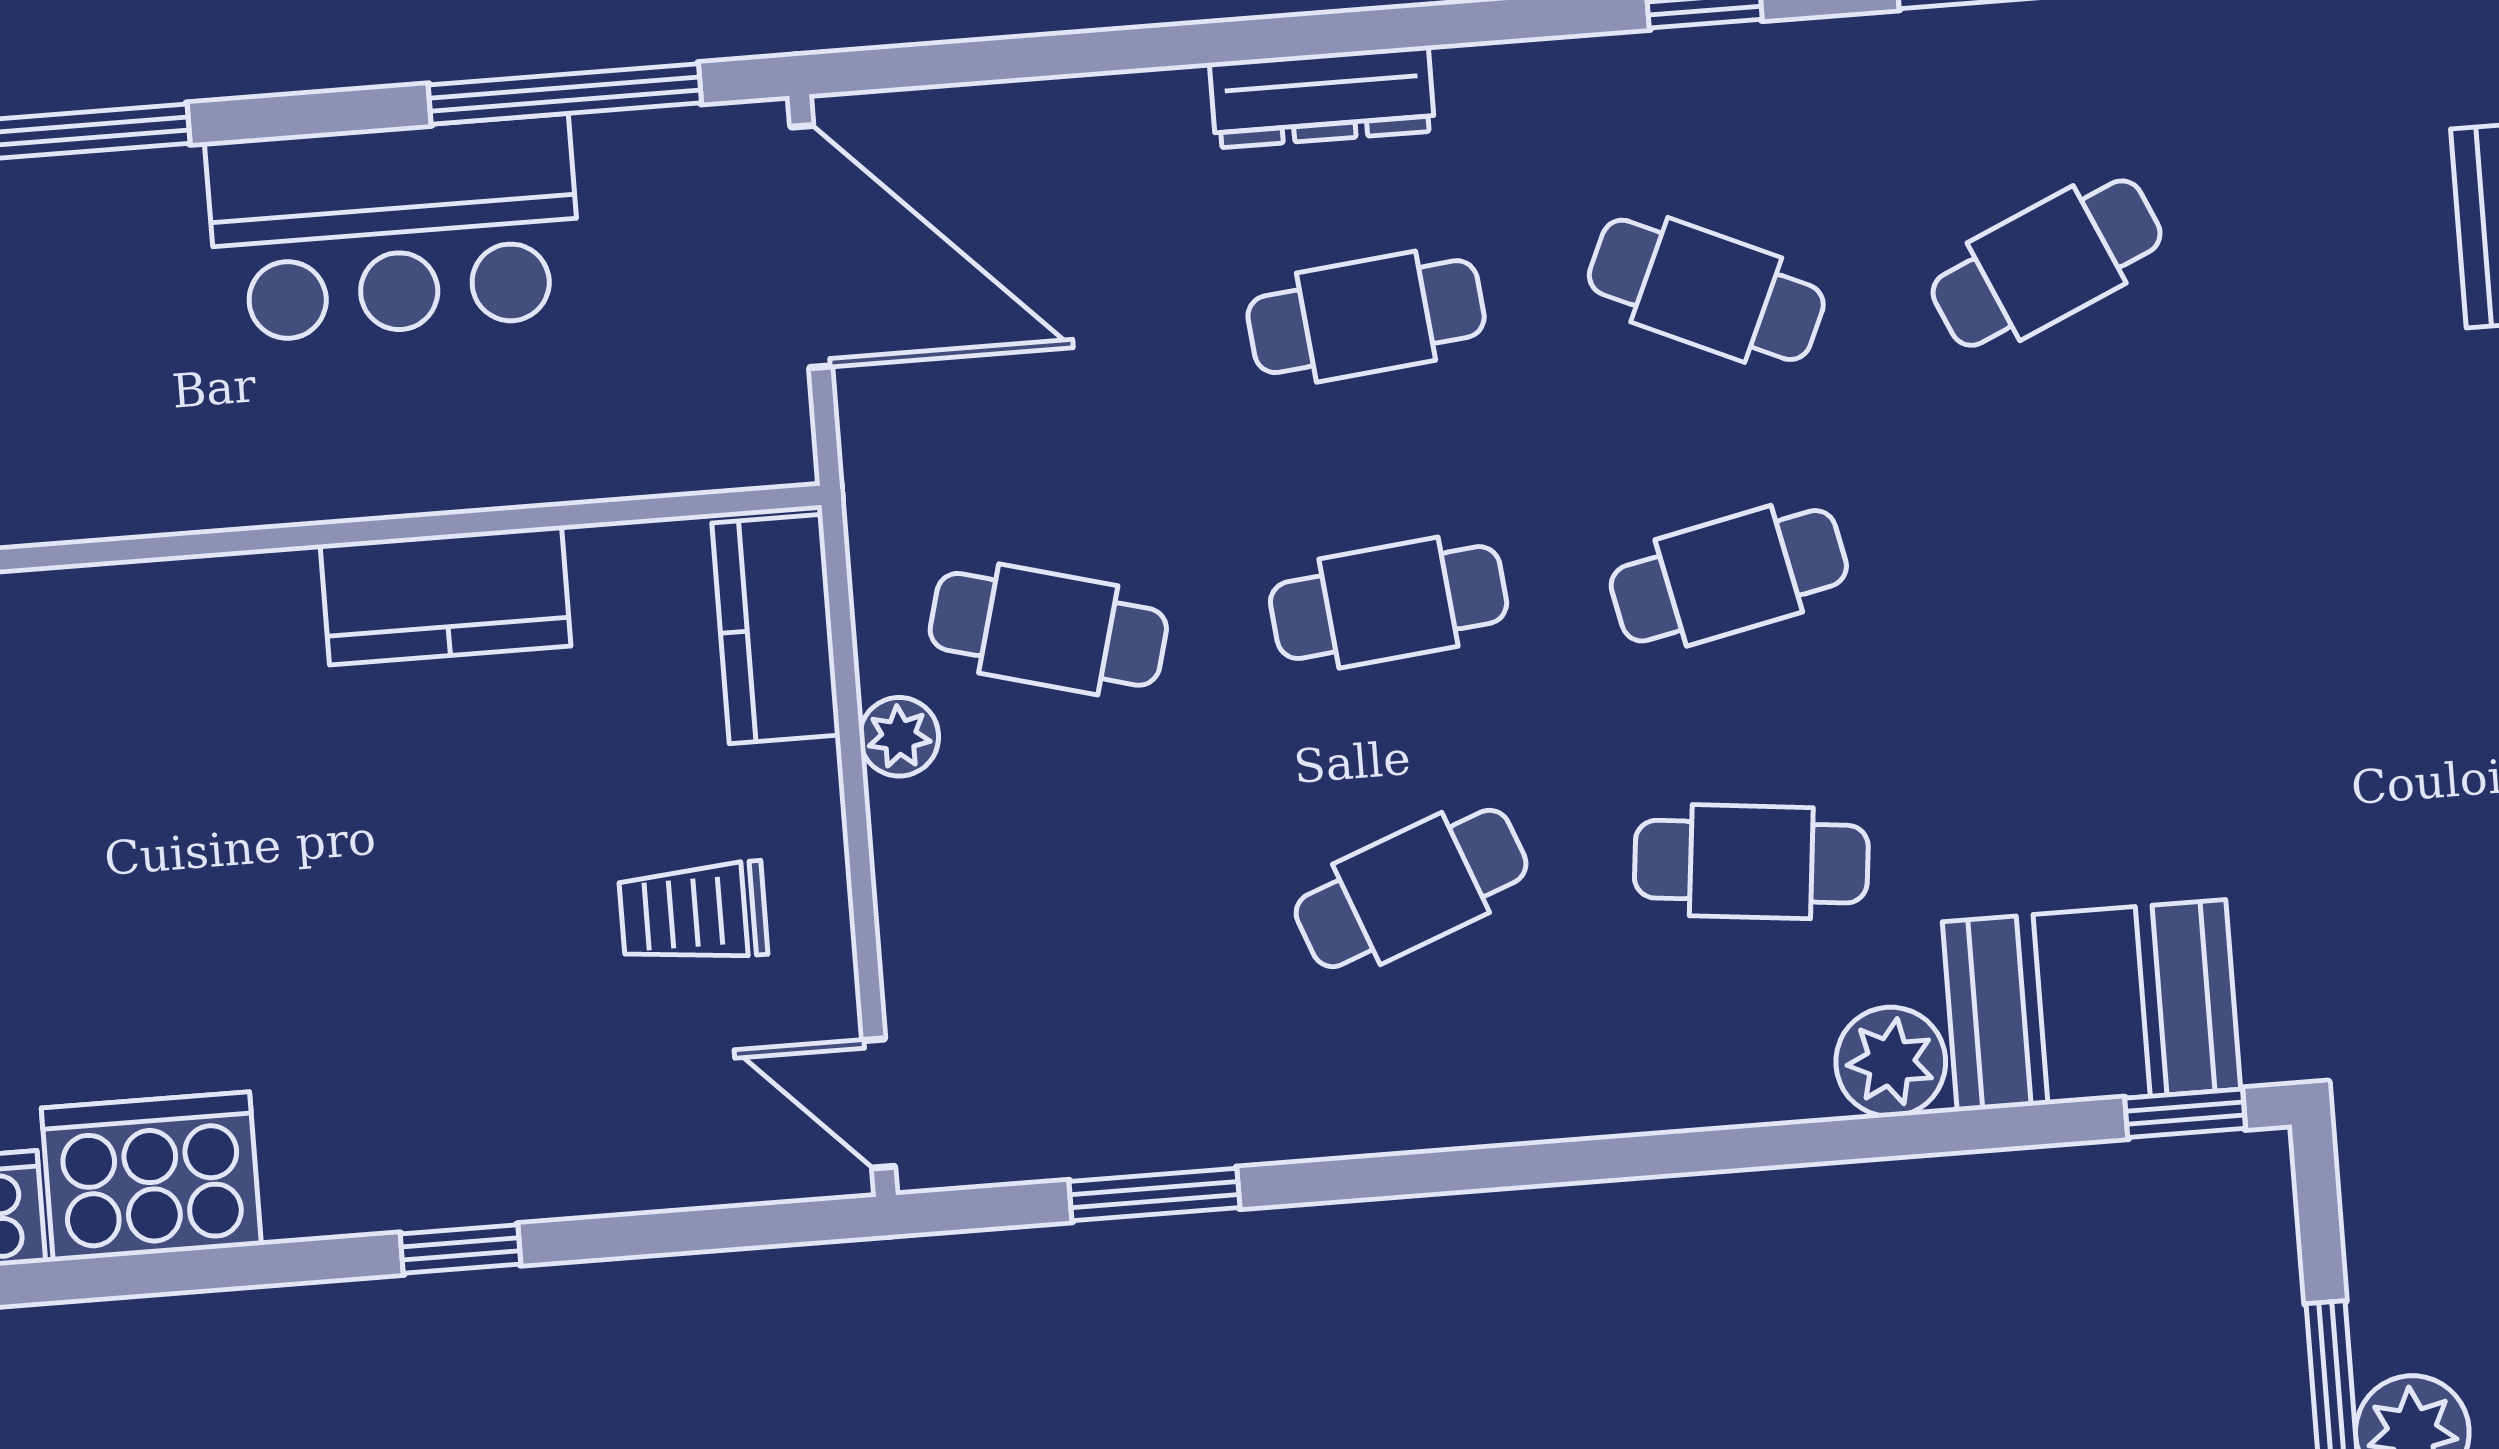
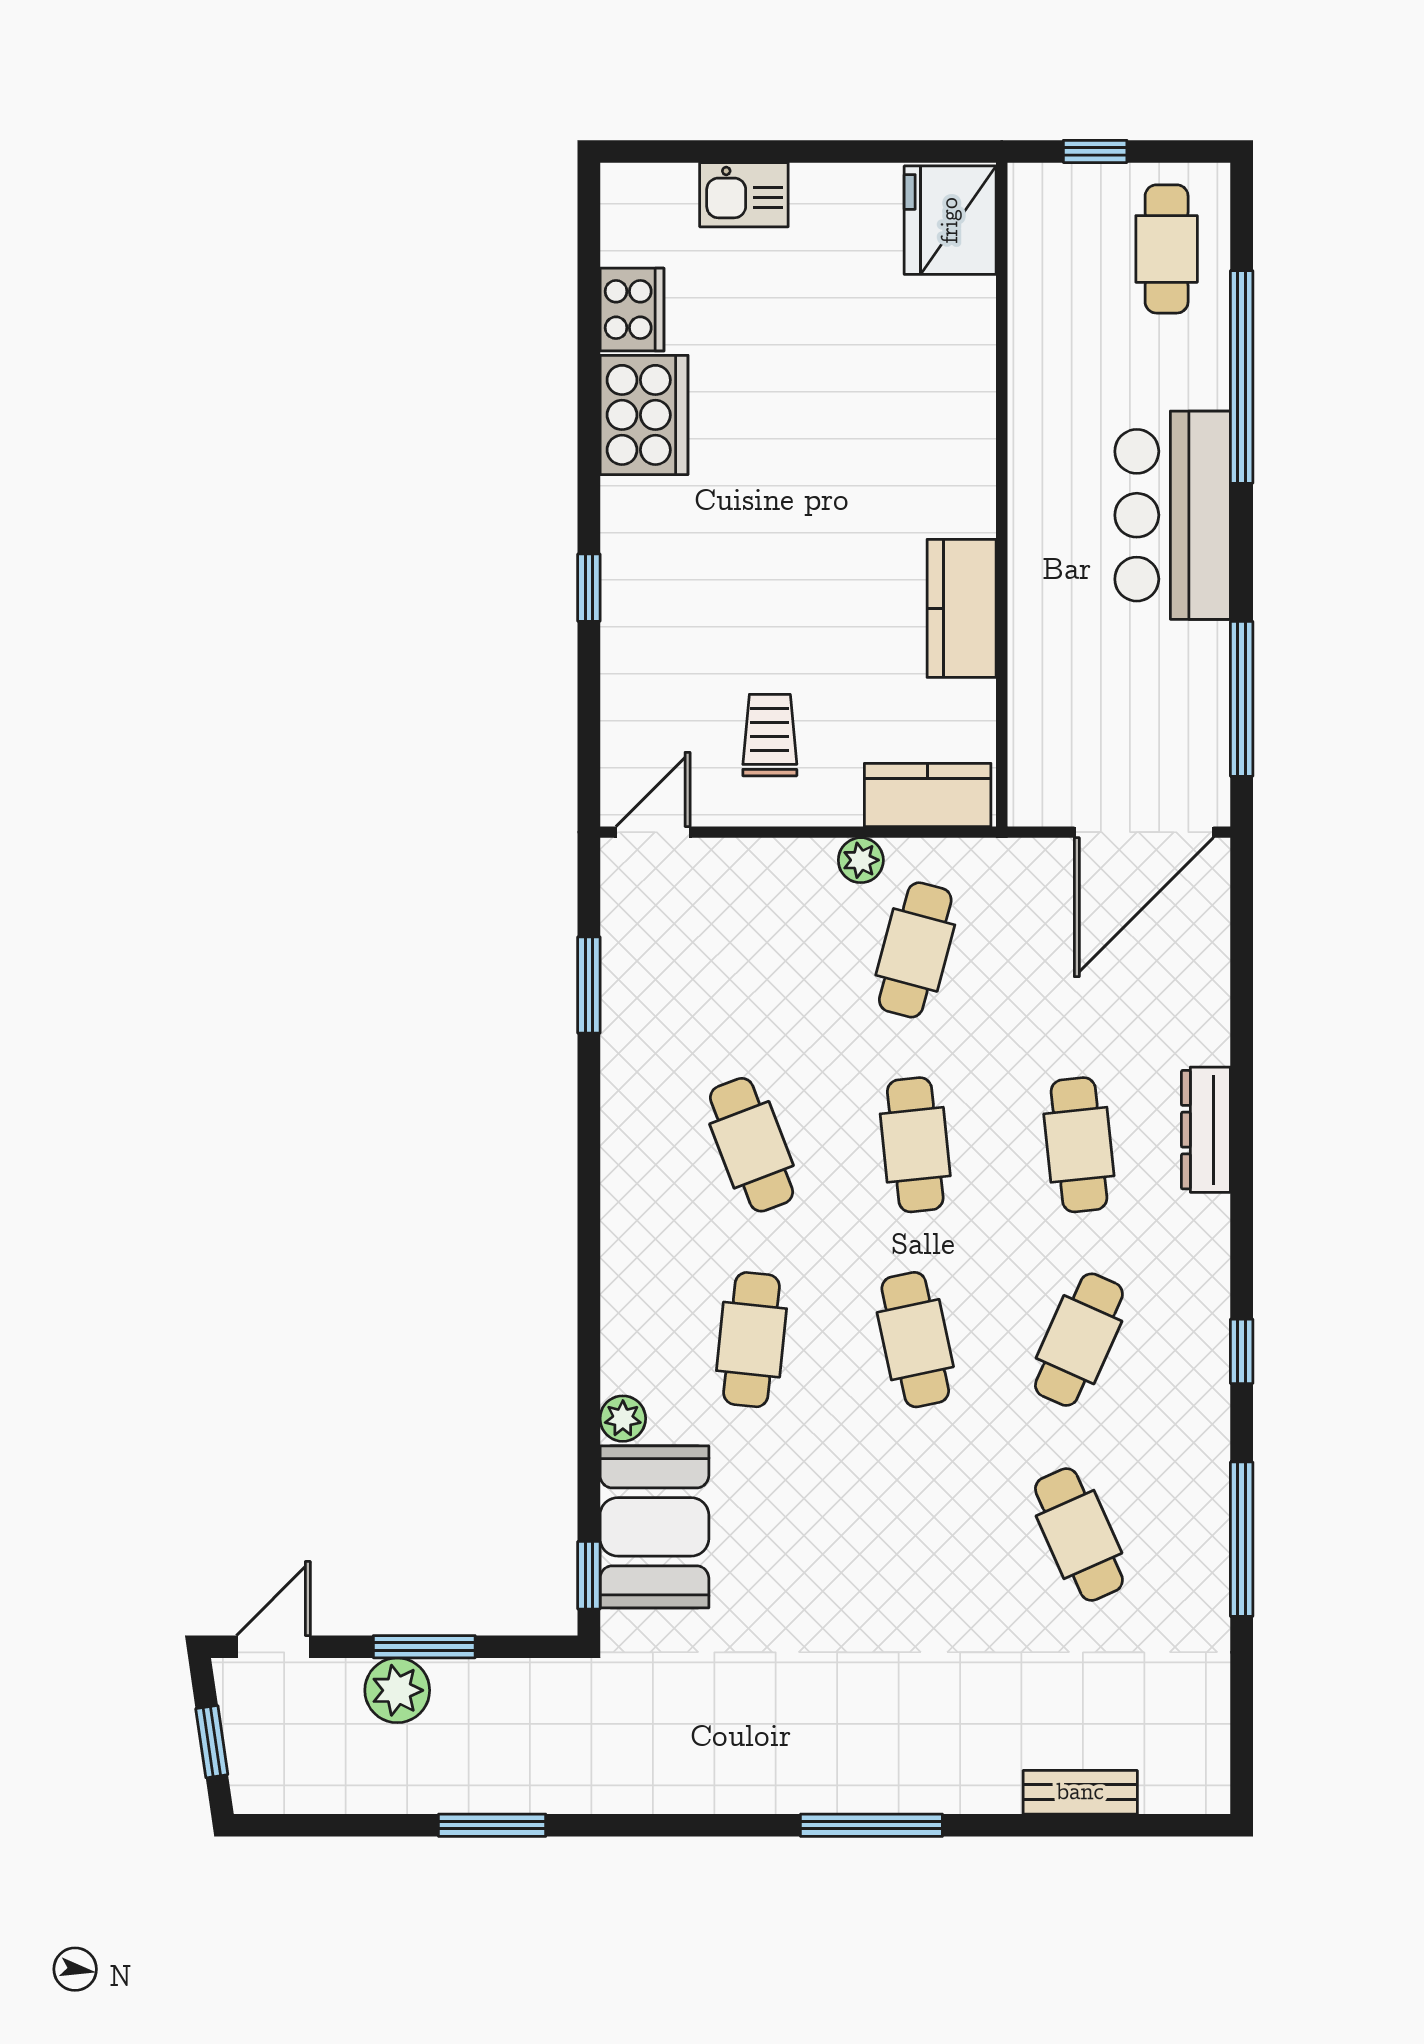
bar counter: (394, 229) -> (1173, 515), moved
plant: (1891, 1062) -> (623, 1419), width x0.73, depth x0.73

